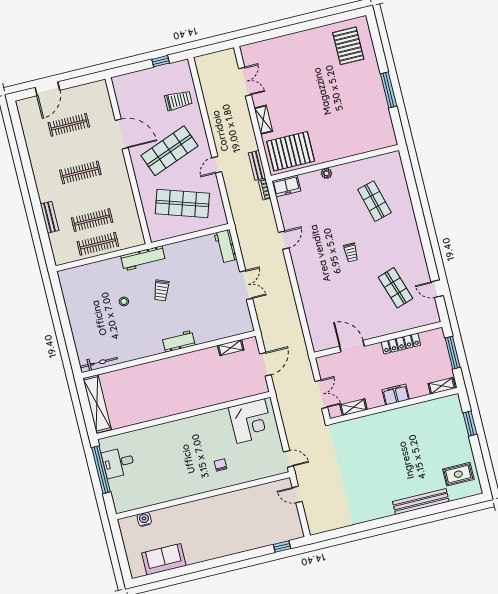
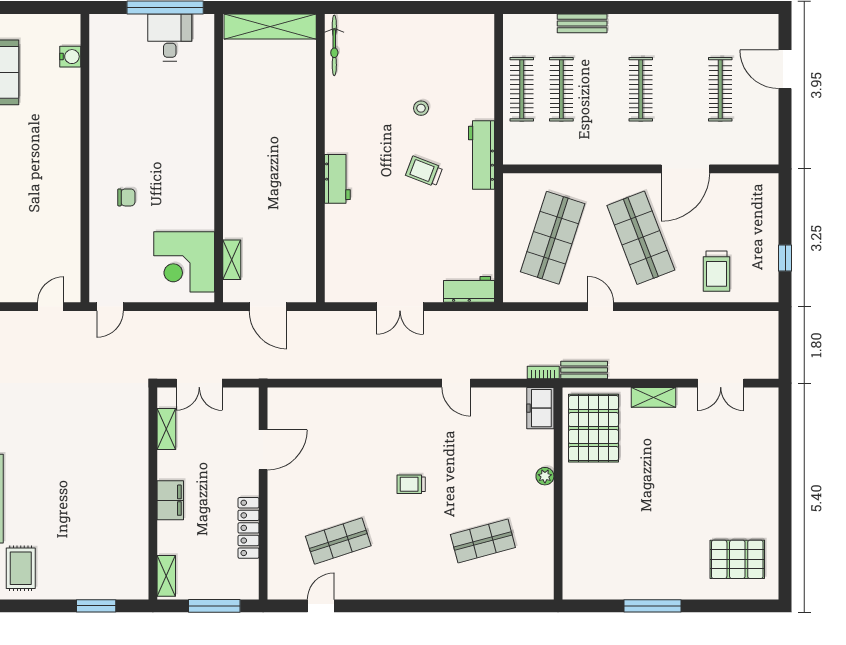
shelving: (231, 348) -> (232, 260), moved

